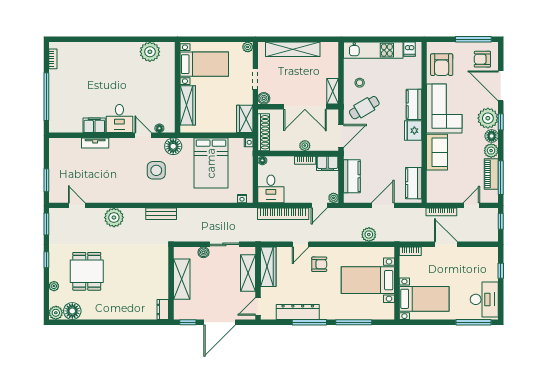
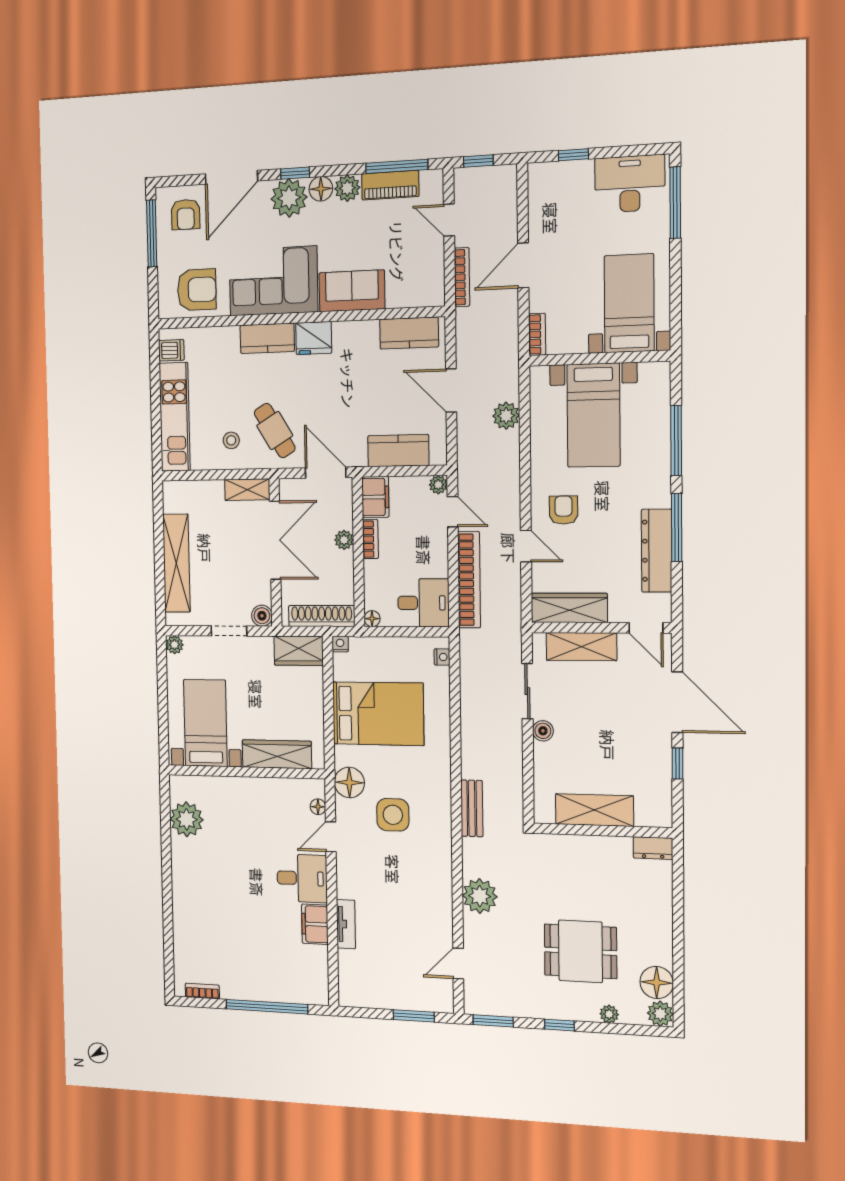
shelving: (182, 279) -> (594, 810), moved
wall: (171, 283) -> (602, 831), moved
dresser: (163, 309) -> (653, 848), moved

